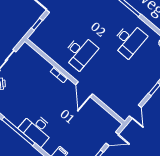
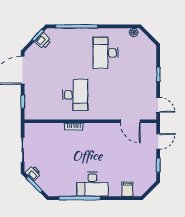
desk: (129, 40) -> (106, 53), turned 180
door: (84, 89) -> (130, 121), moved

